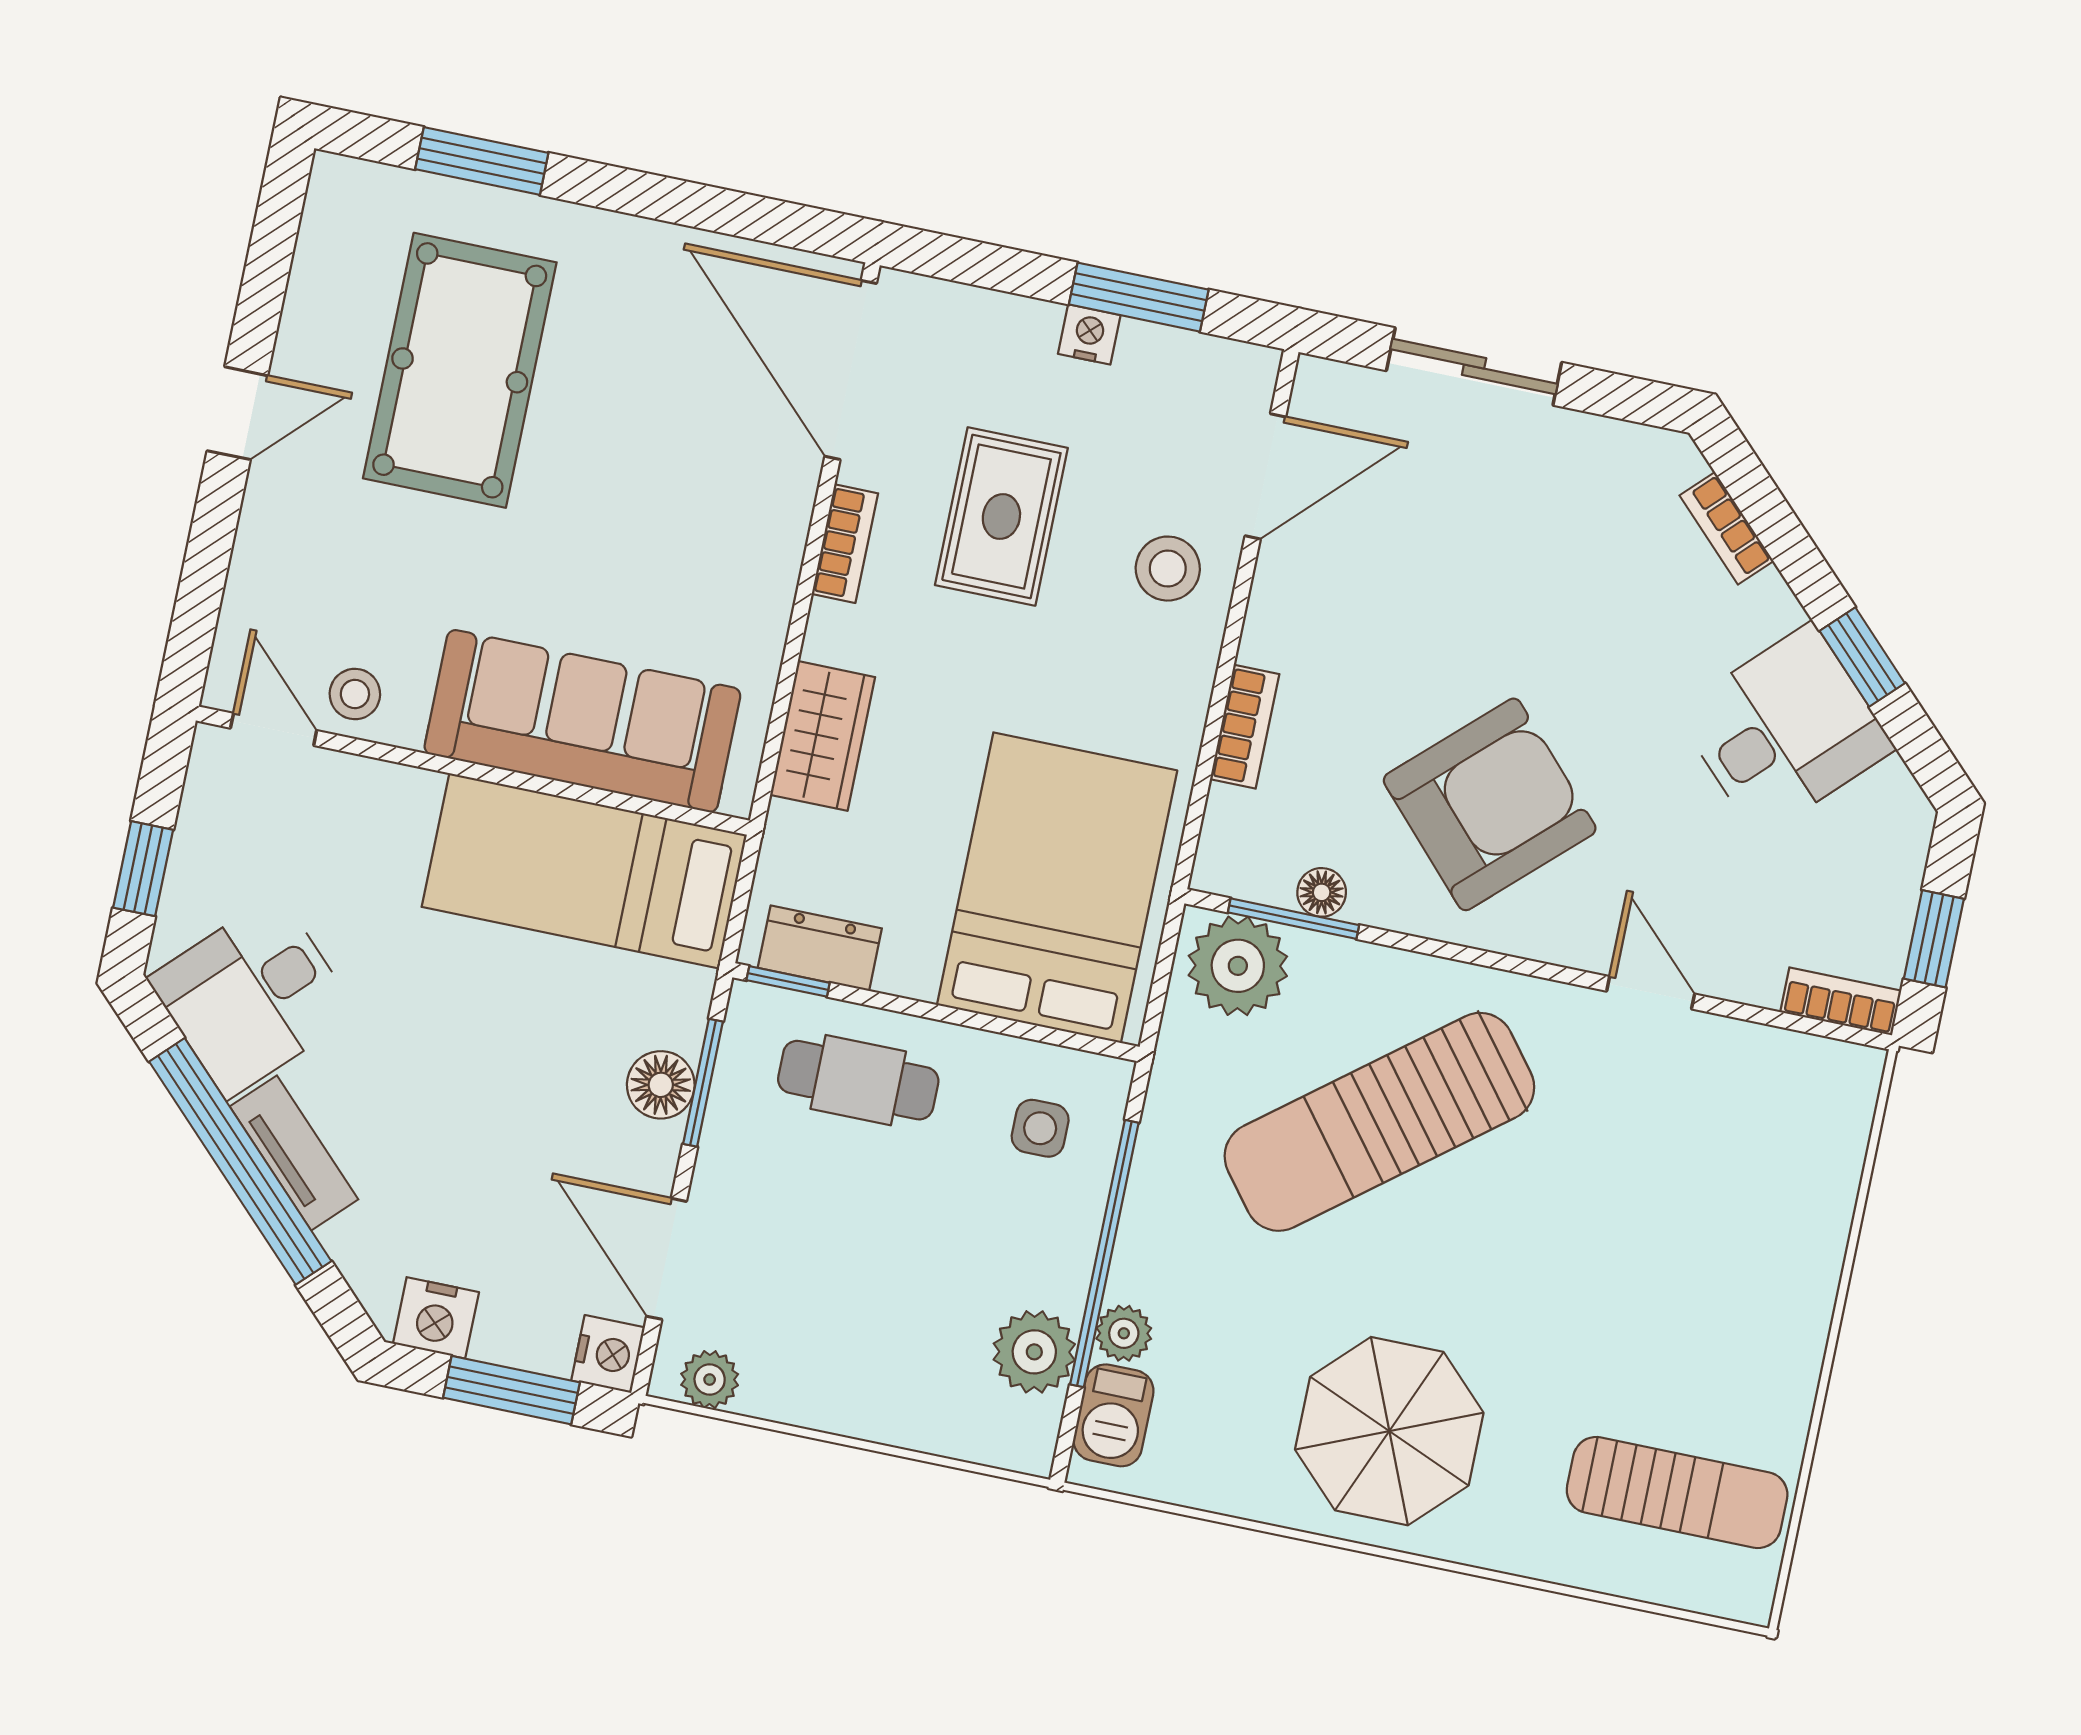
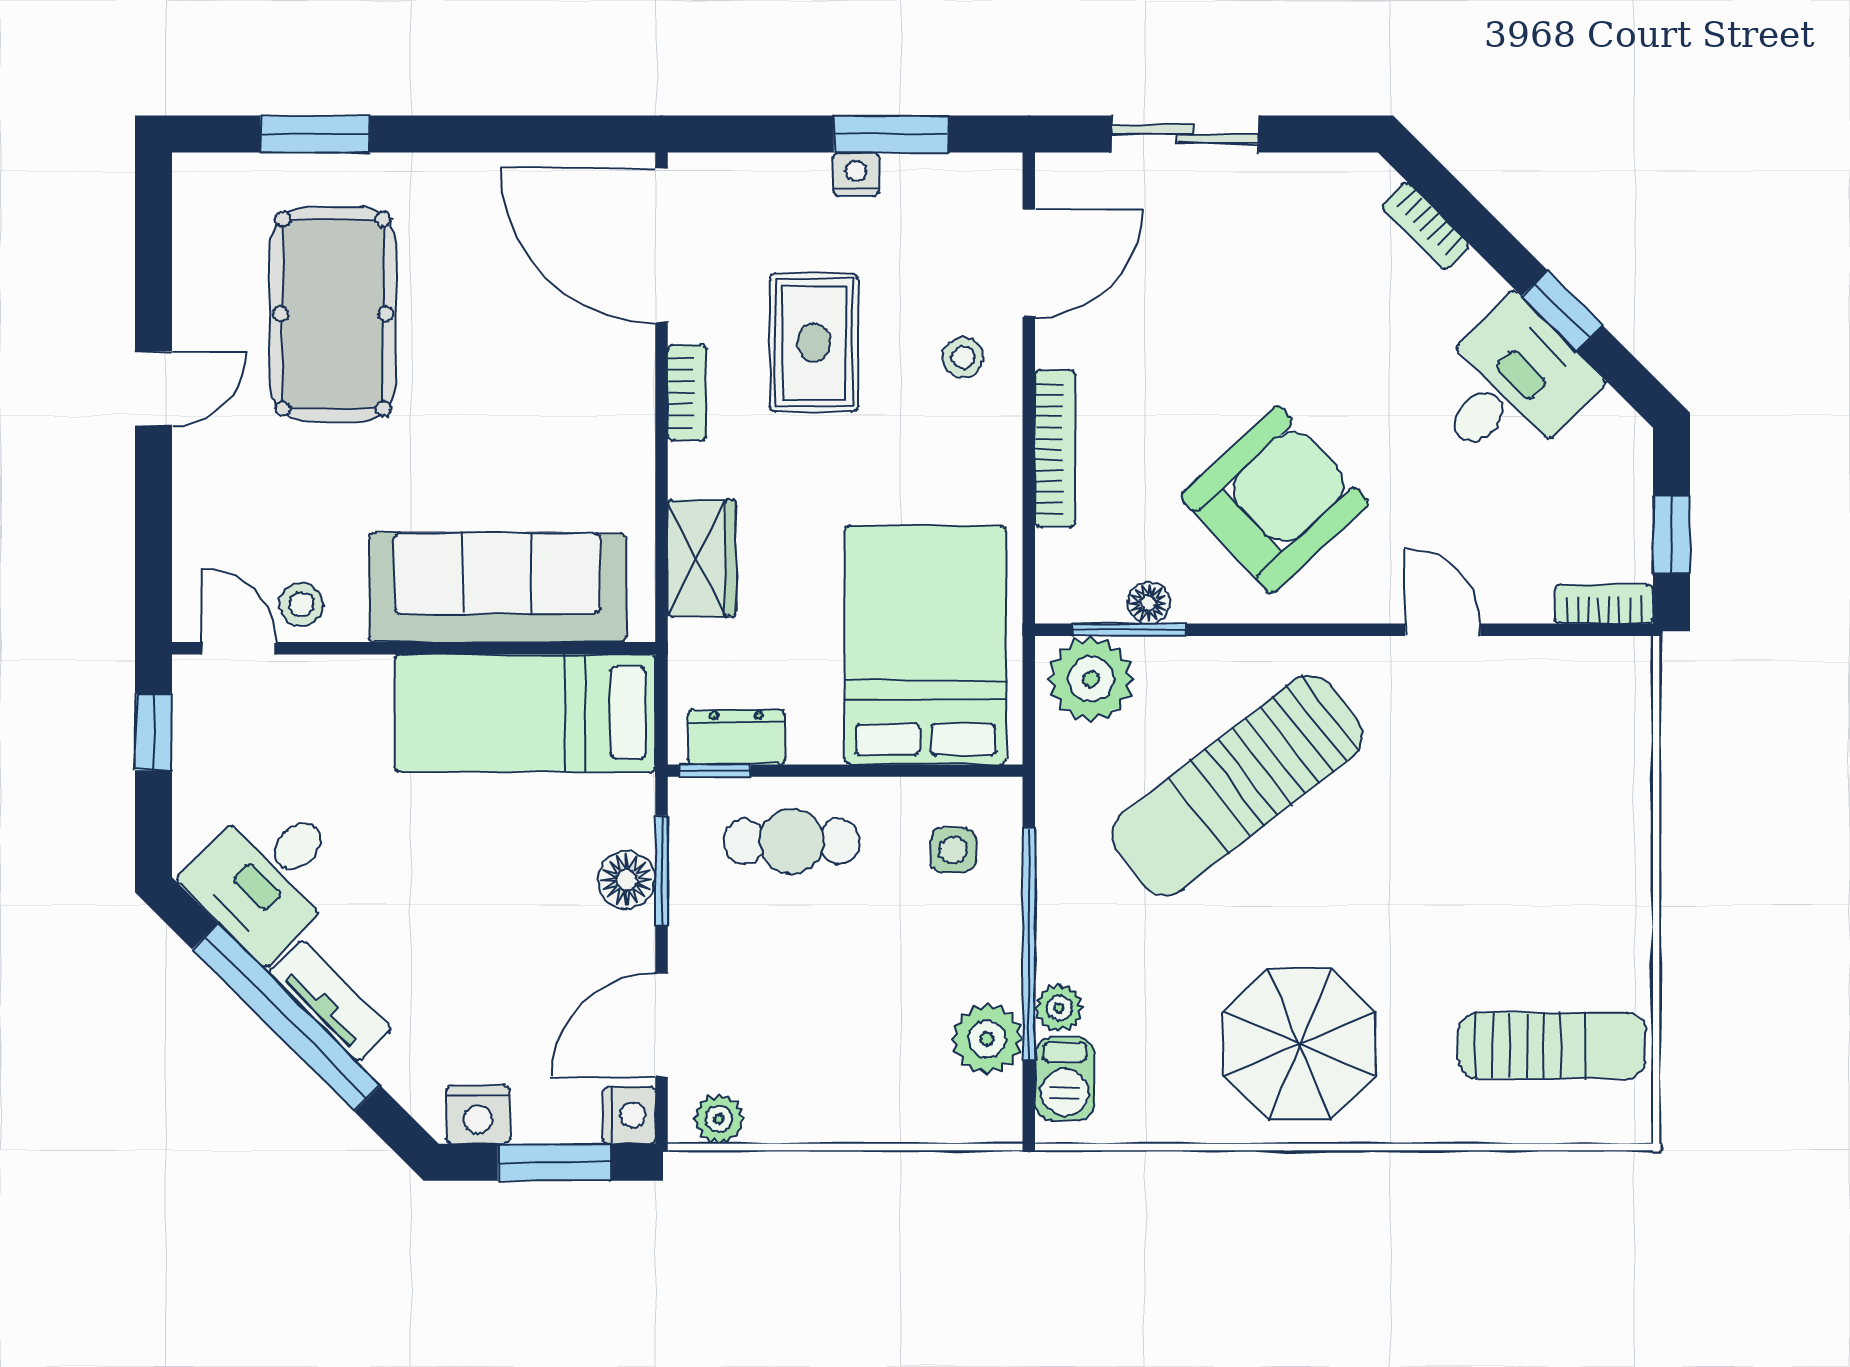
stool: (1168, 569) -> (963, 357), width x0.73, depth x0.73
bookcase: (1245, 727) -> (1055, 449), width x1.56
window: (143, 869) -> (154, 732), moved
door: (667, 1259) -> (662, 1025), hinge flipped

